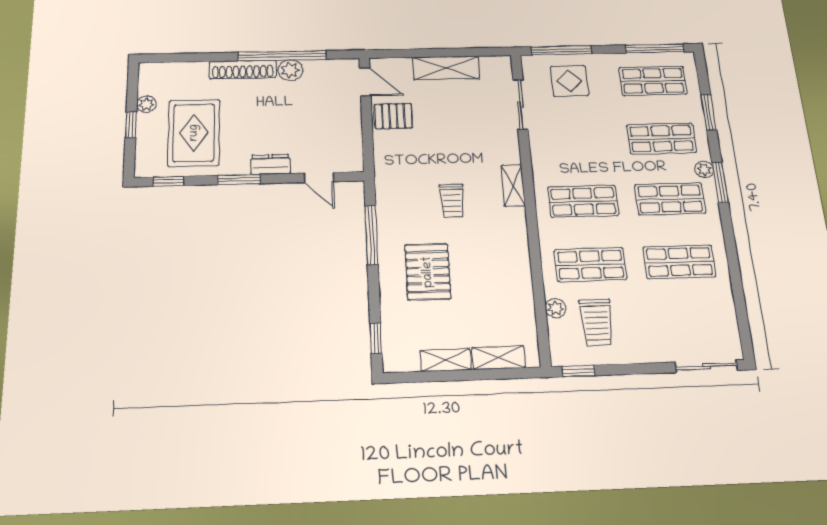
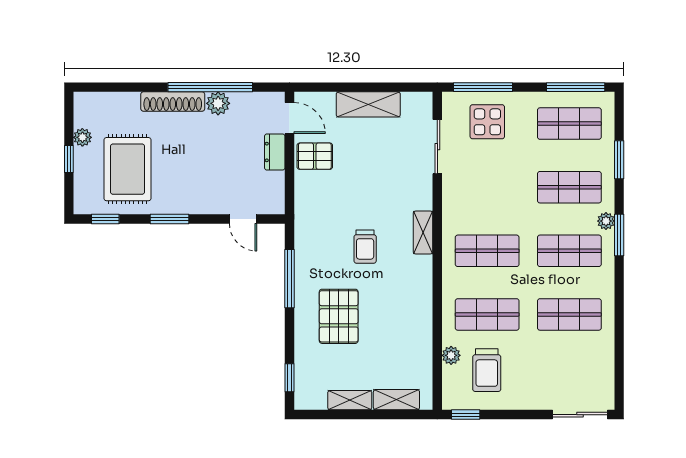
dresser: (270, 164) -> (275, 152), moved, turned -90

